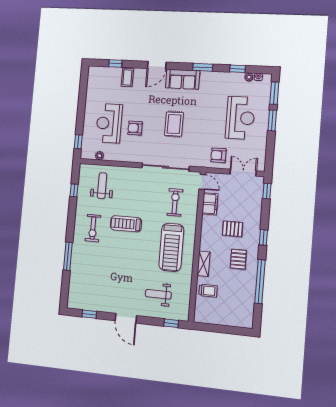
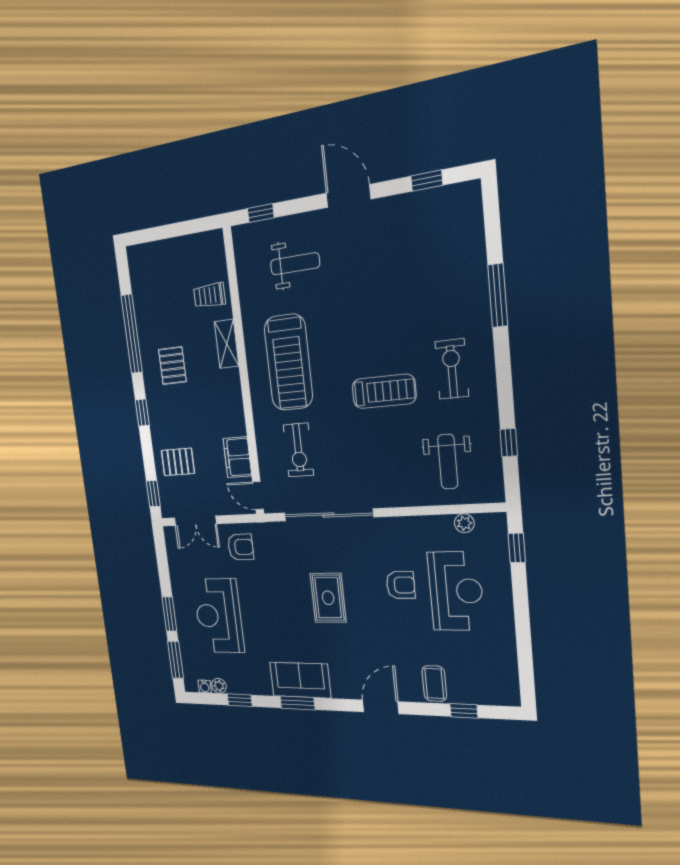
sofa: (183, 79) -> (300, 680), moved
pallet: (233, 229) -> (178, 462), moved
treadmill: (171, 247) -> (288, 362), turned 180

